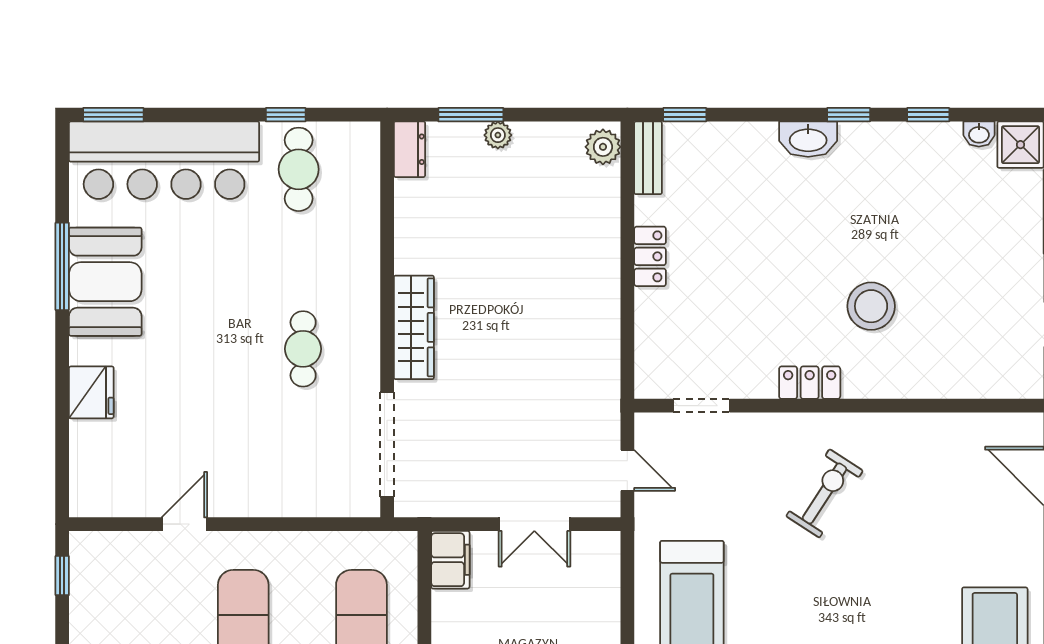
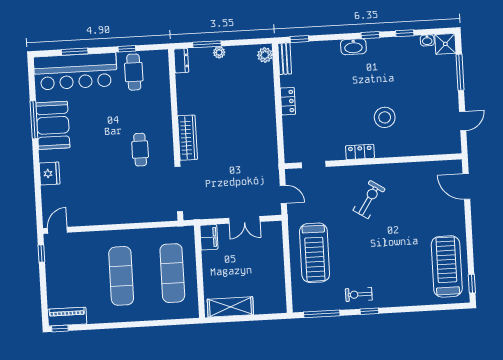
window: (113, 115) -> (75, 52), moved
door: (184, 524) -> (57, 230), moved

